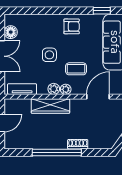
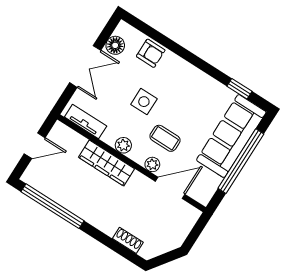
armchair: (72, 26) -> (151, 53), moved
plant: (66, 89) -> (152, 164), moved
shoe rack: (78, 144) -> (128, 240), moved
window: (57, 152) -> (53, 206), moved

